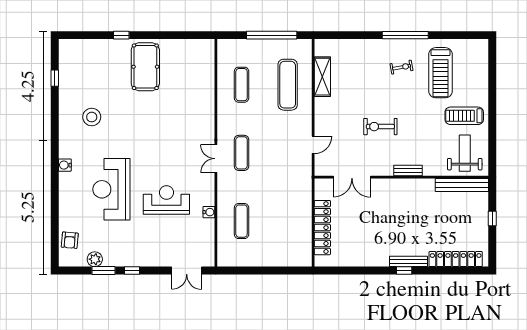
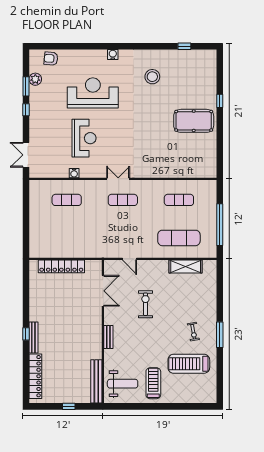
window: (405, 35) -> (220, 335), width x0.68
exercise bike: (380, 127) -> (145, 304), moved
double door: (352, 177) -> (103, 291), swing flipped

